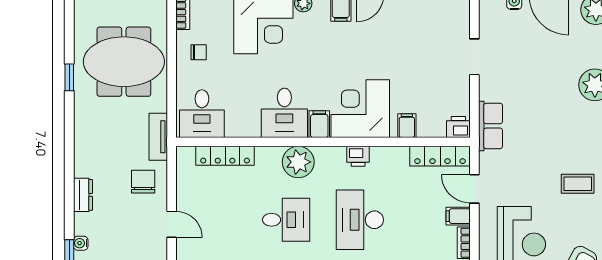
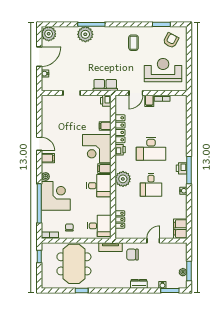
locker: (225, 156) -> (120, 219), width x0.66
locker: (440, 156) -> (120, 129), moved
desk: (286, 220) -> (151, 185), turned 180

